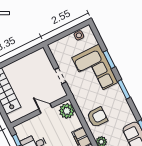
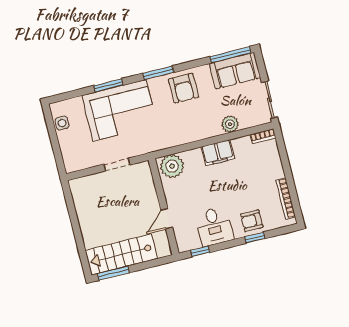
door: (46, 108) -> (167, 219), moved
armchair: (97, 117) -> (184, 88), moved, turned 180

